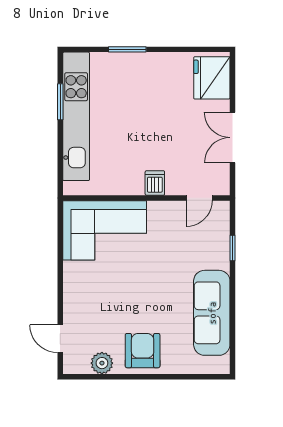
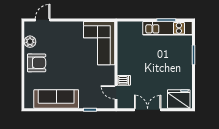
kitchen unit: (76, 116) -> (168, 28), width x0.73
dishwasher: (155, 183) -> (124, 80), moved

